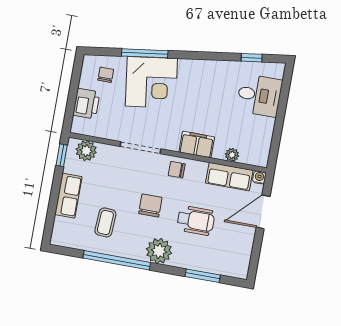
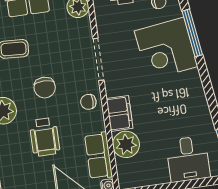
plant: (232, 155) -> (126, 144), width x1.87, depth x1.87
chair: (177, 170) -> (88, 102), turned -90
chair: (150, 206) -> (45, 88), turned 90

